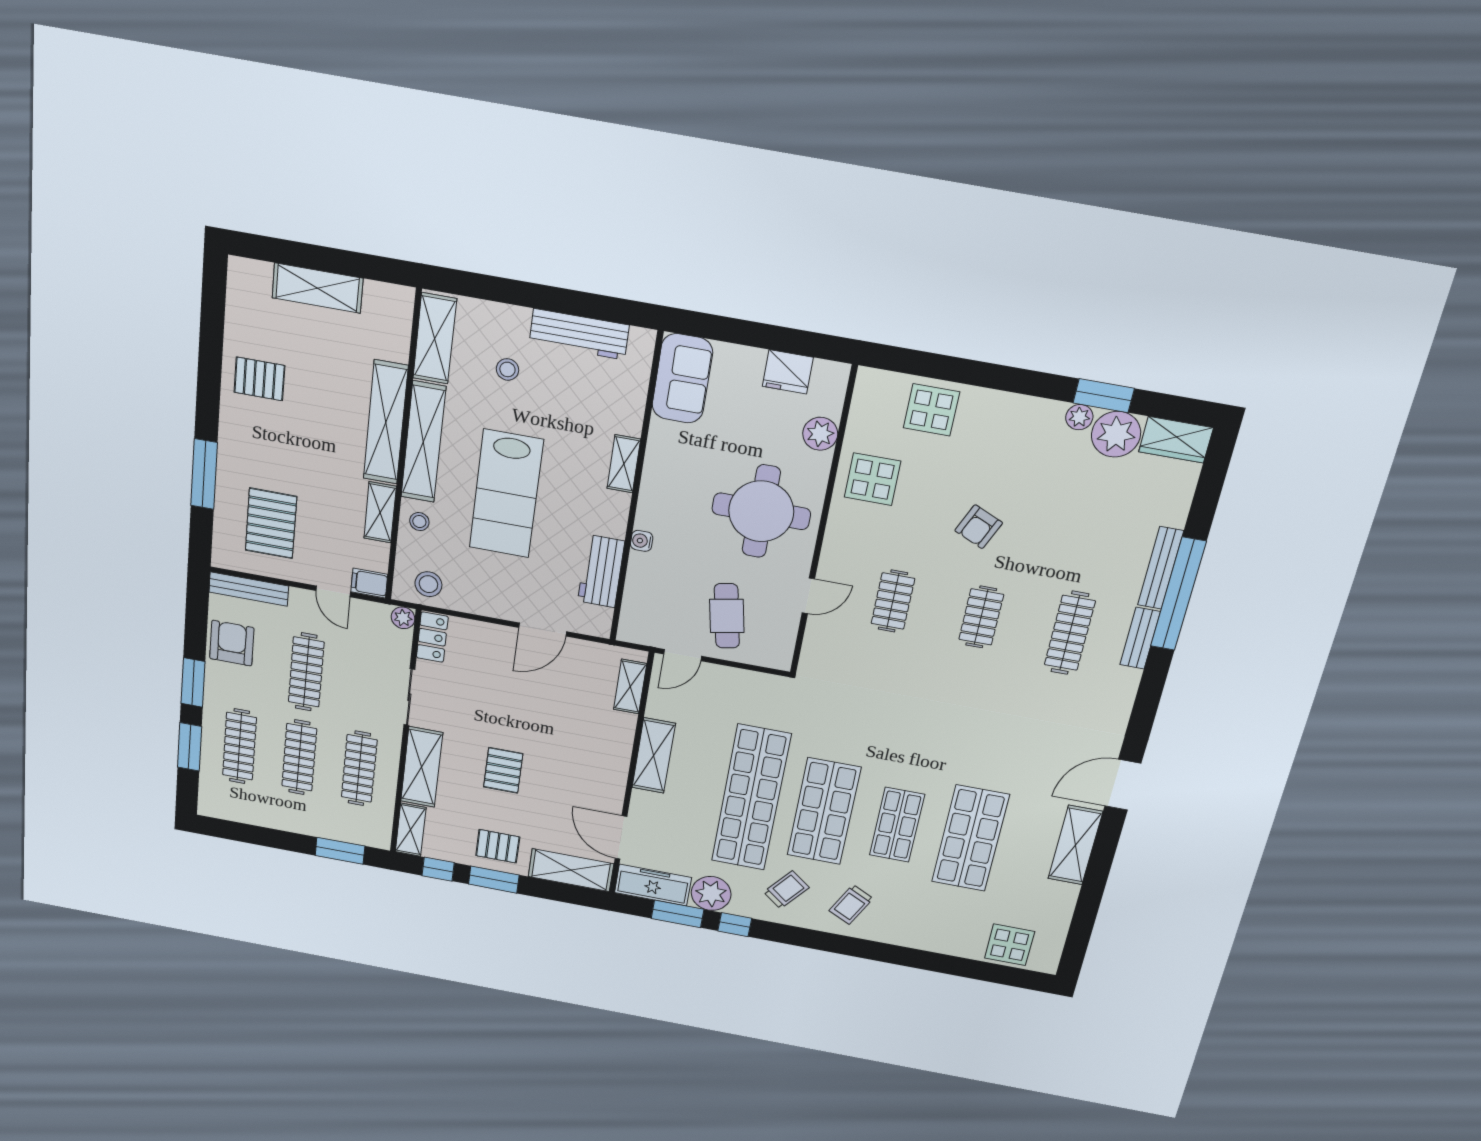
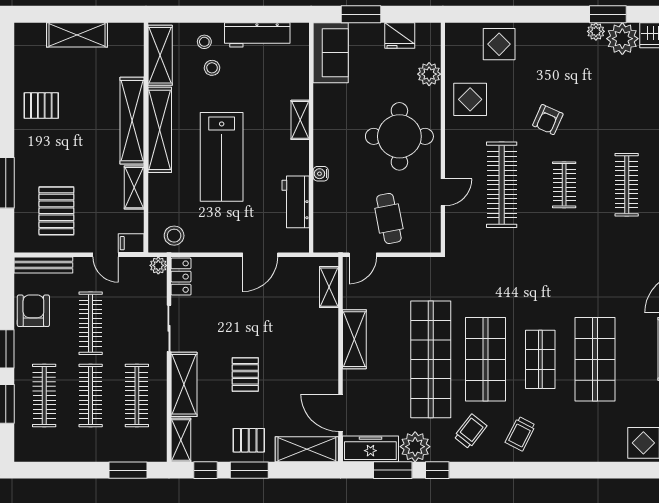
window: (736, 331) -> (361, 14), added
stool: (419, 522) -> (204, 42), moved
clothes rail: (893, 601) -> (502, 185), width x1.86, depth x1.31

